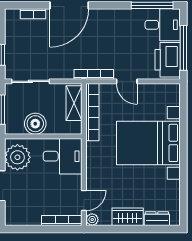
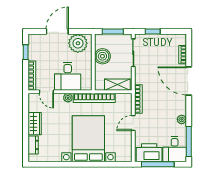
plant: (122, 15) -> (182, 119), added
bookcase: (92, 112) -> (94, 98), moved
desk: (63, 156) -> (68, 76), moved
plant: (92, 220) -> (68, 98), moved
window: (30, 229) -> (26, 52), added

